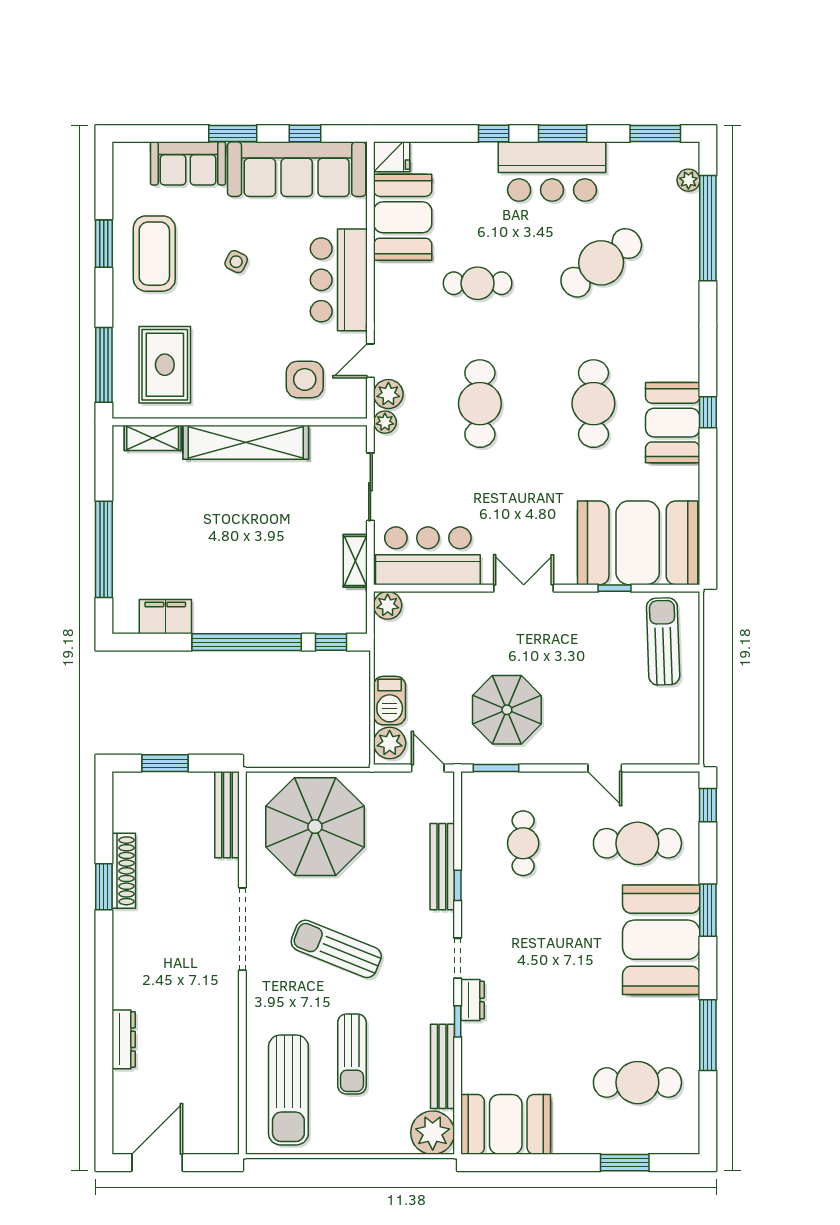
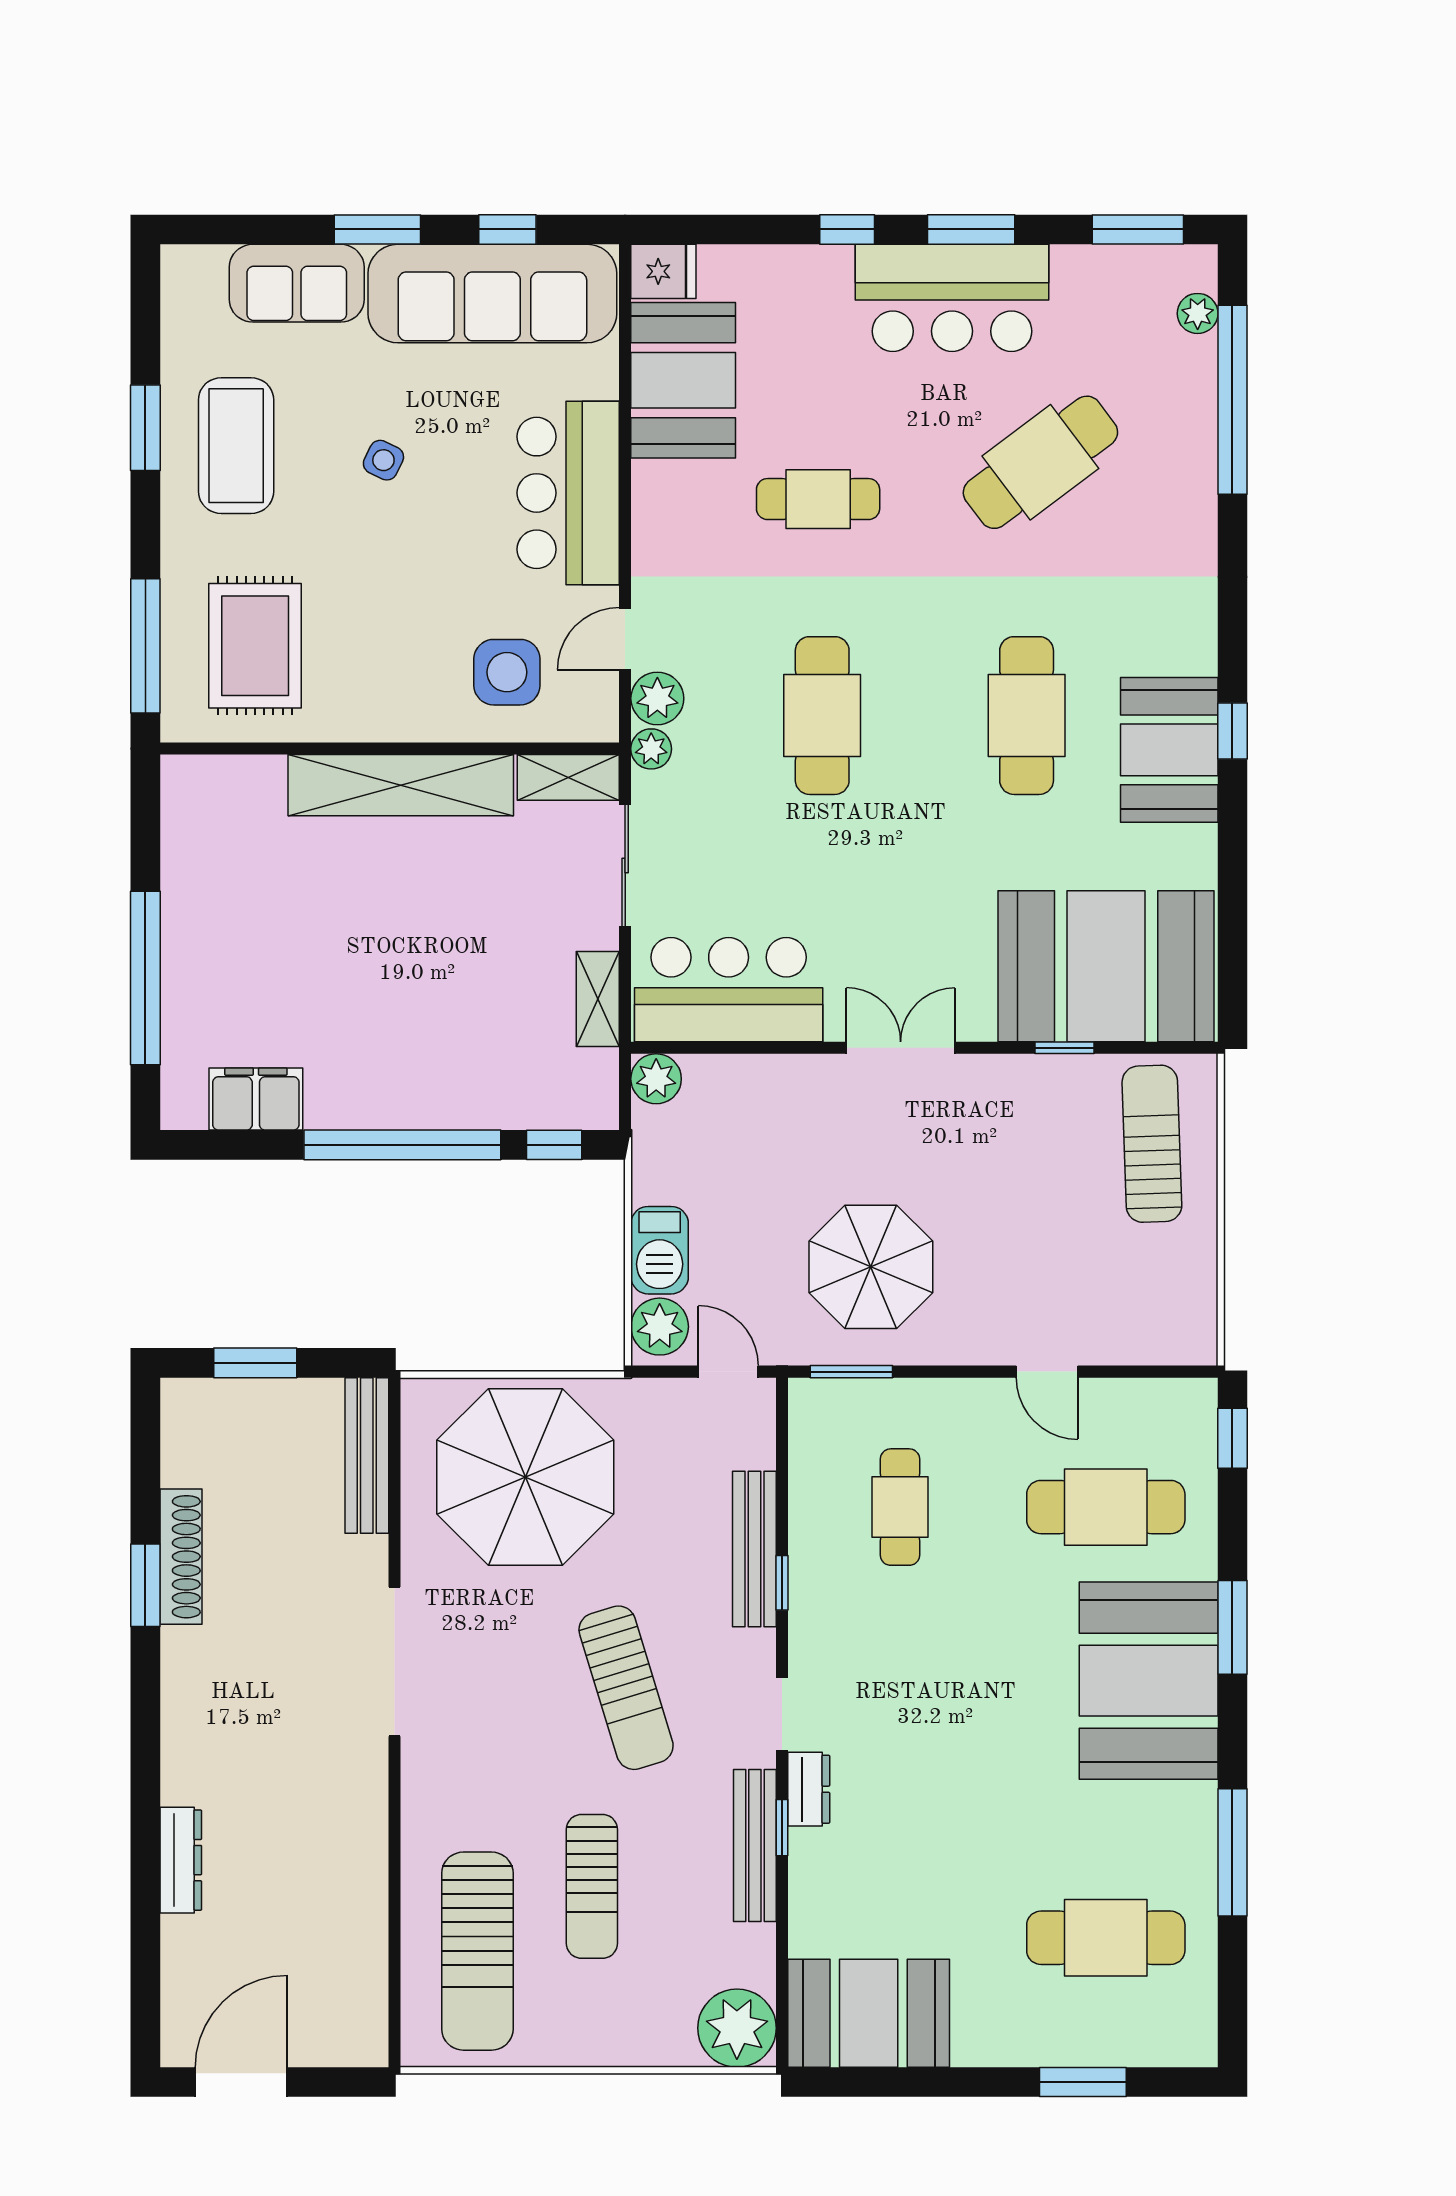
shelving: (153, 438) -> (568, 777), moved
sun lounger: (336, 949) -> (626, 1688), moved, turned -129
bench: (443, 1066) -> (755, 1846), moved

